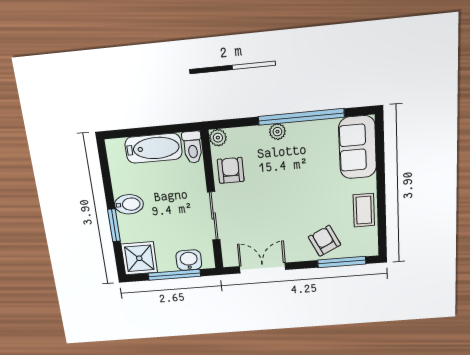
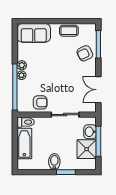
window: (301, 117) -> (15, 87), moved
plant: (218, 138) -> (22, 65), moved
armchair: (231, 170) -> (40, 102), turned 180
shower: (139, 258) -> (87, 149), moved

